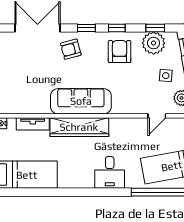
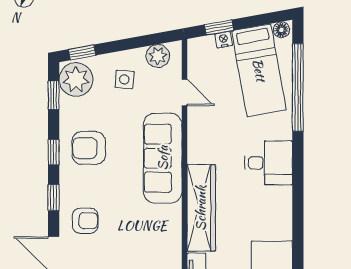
plant: (154, 43) -> (76, 79), moved
armchair: (71, 49) -> (85, 221), turned -75
sofa: (81, 101) -> (163, 158), moved

